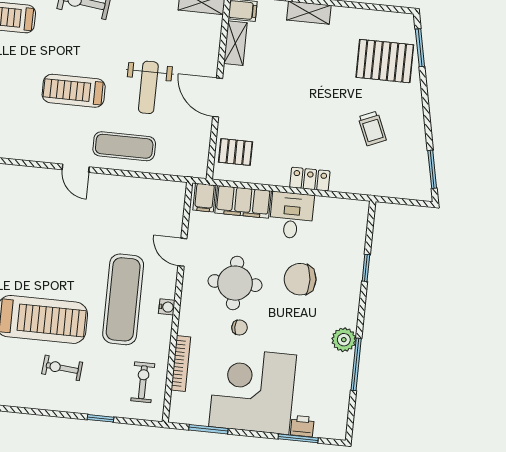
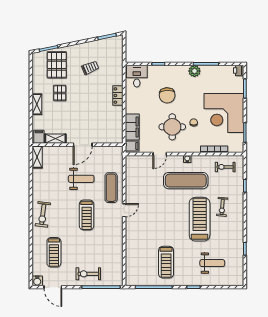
pallet: (235, 152) -> (60, 93), moved
desk: (292, 215) -> (137, 76), moved, turned 90
printer: (302, 426) -> (239, 70), moved

